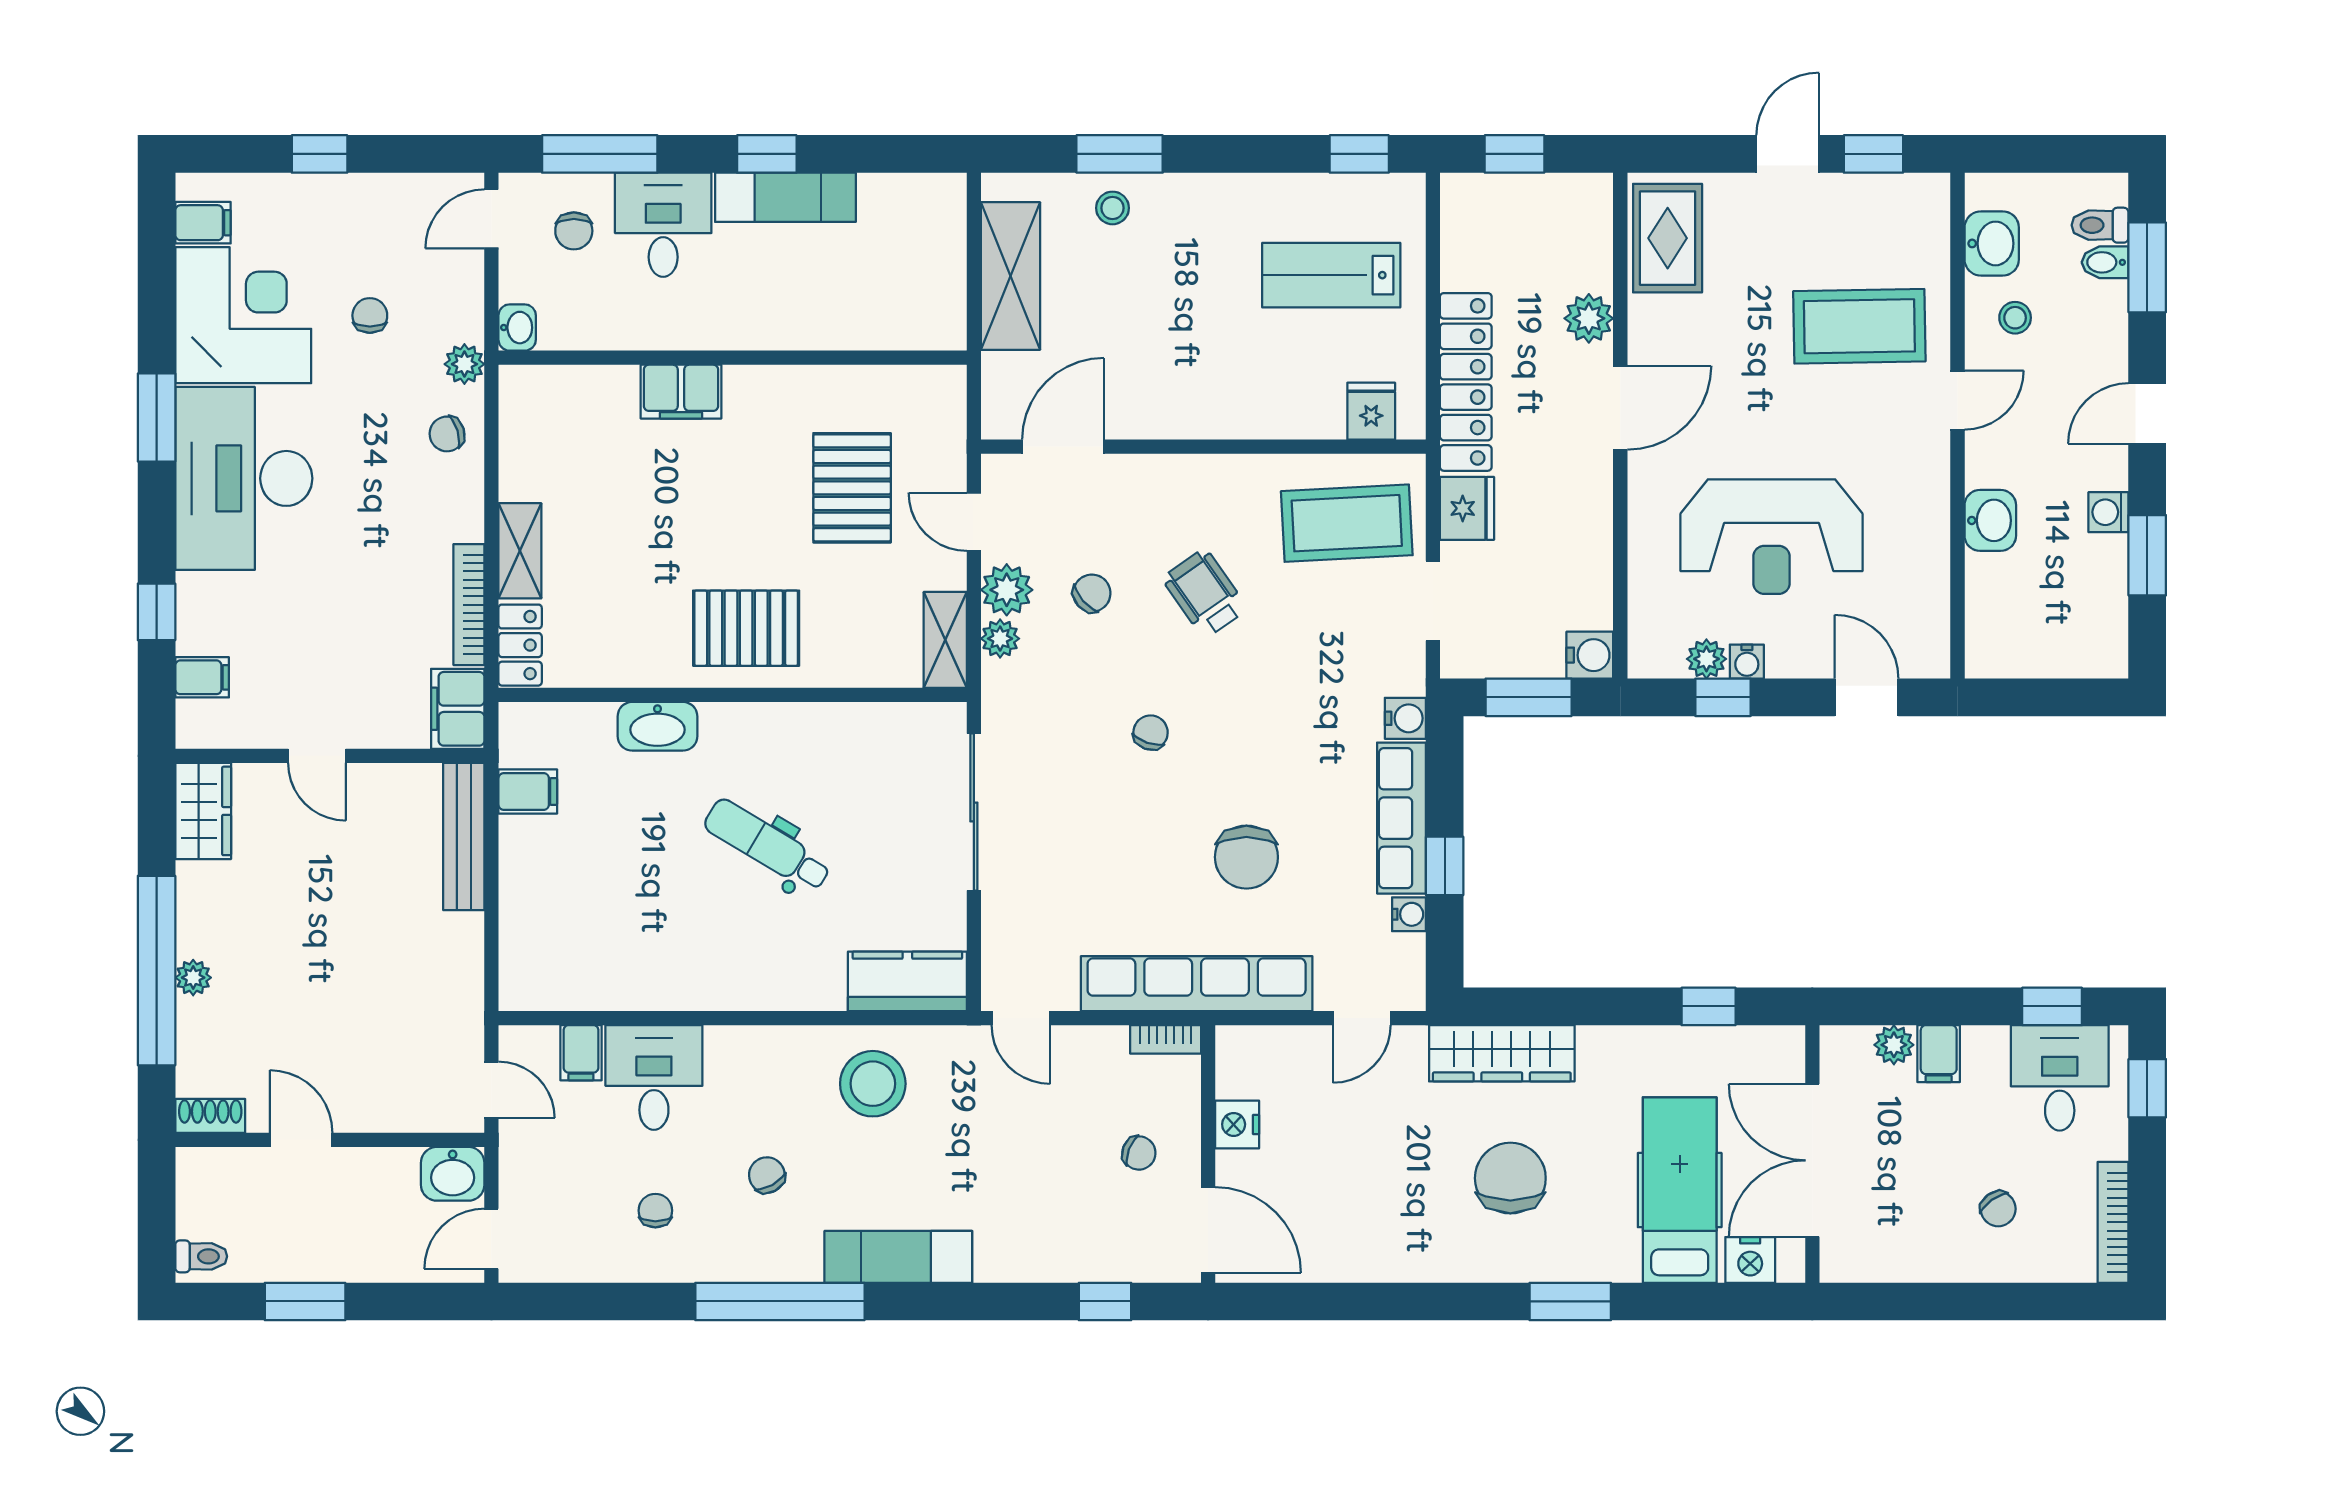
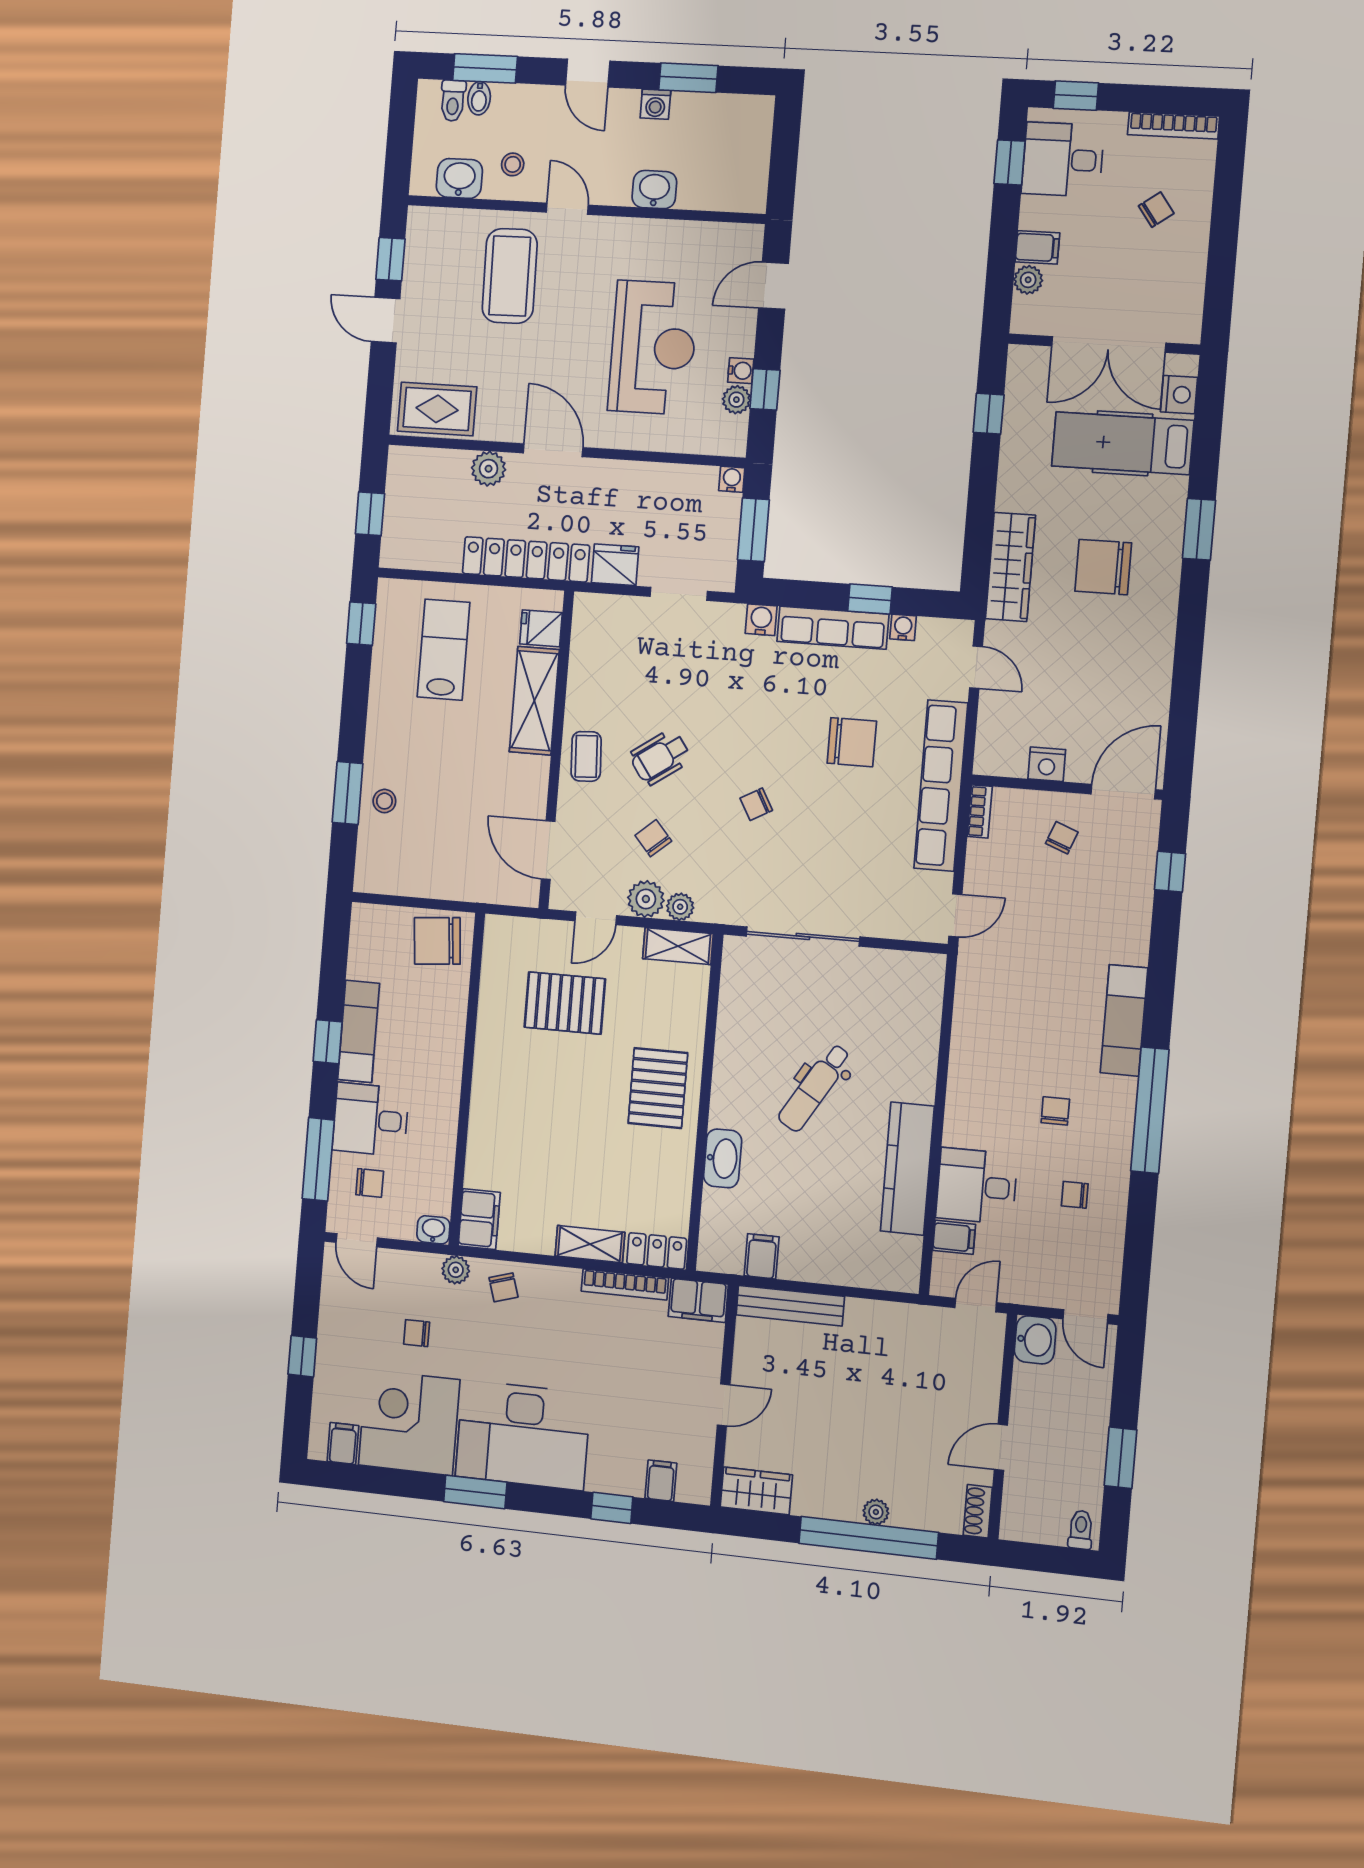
lab bench: (1331, 275) -> (444, 650), turned 180
shelving: (1010, 276) -> (534, 701), moved, turned 90
chair: (923, 300) -> (437, 941), added
filing cabinet: (681, 392) -> (479, 1219), moved
coffee table: (1347, 523) -> (586, 756), moved, width x0.54, depth x0.58
water cooler: (1590, 655) -> (732, 479), width x0.72, depth x0.72
chair: (1151, 733) -> (756, 804), turned -48
kitchen counter: (907, 981) -> (907, 1169), moved, width x1.50
stool: (873, 1084) -> (994, 1027), removed
chair: (767, 1175) -> (1055, 1111), turned 119

